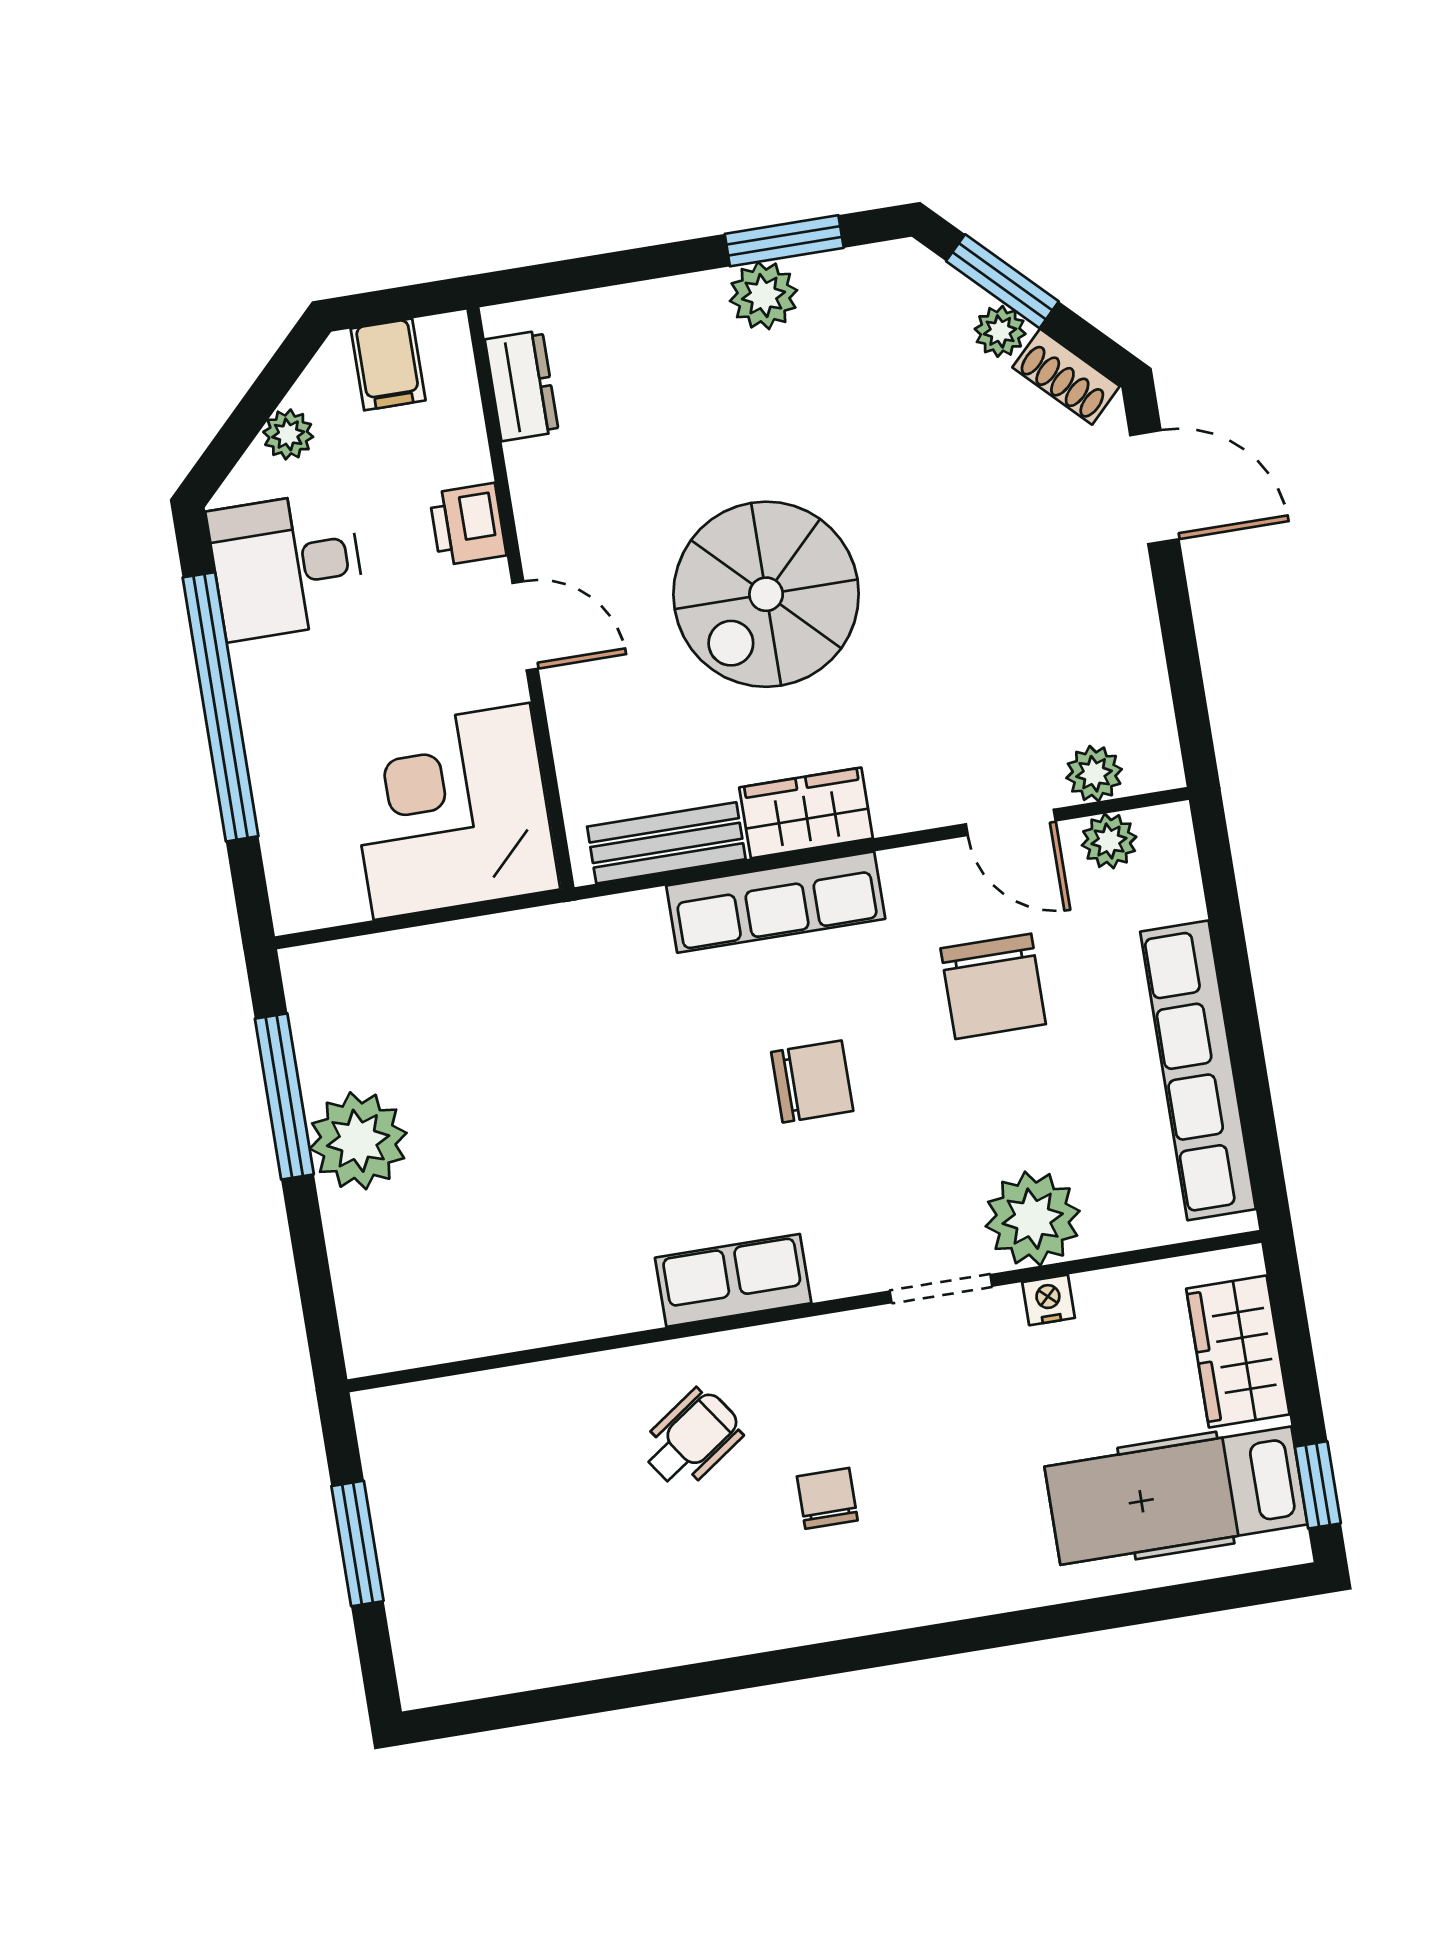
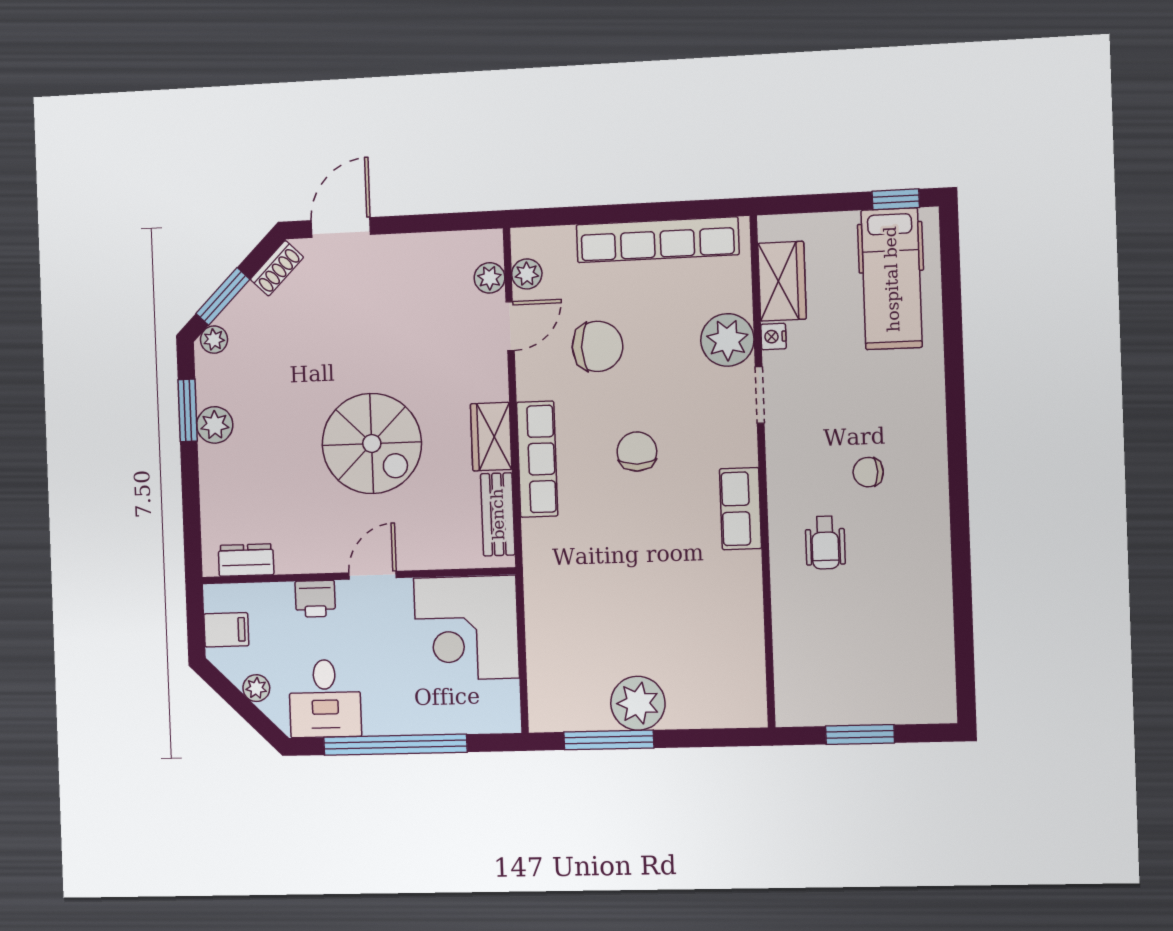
plant: (1000, 331) -> (214, 340), moved
wardrobe: (1238, 1351) -> (782, 281), moved, turned -90
wheelchair: (692, 1439) -> (825, 543), turned -145

